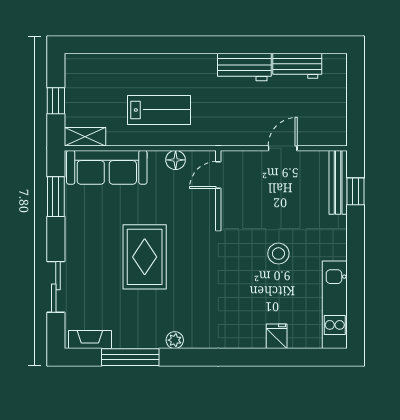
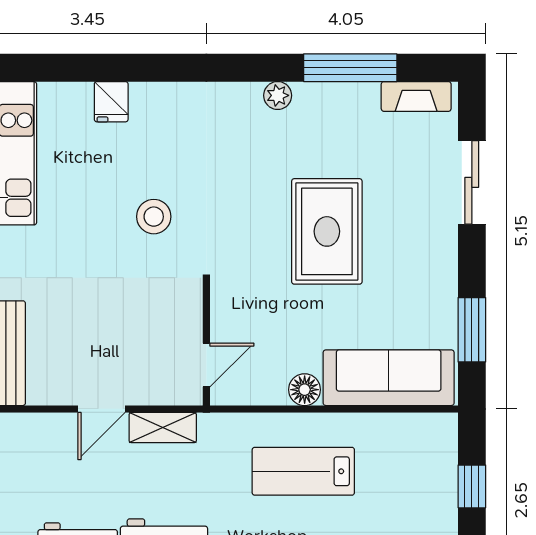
shelving: (85, 137) -> (163, 428), moved
floor lamp: (176, 160) -> (305, 390), moved
stool: (278, 254) -> (154, 217), moved

